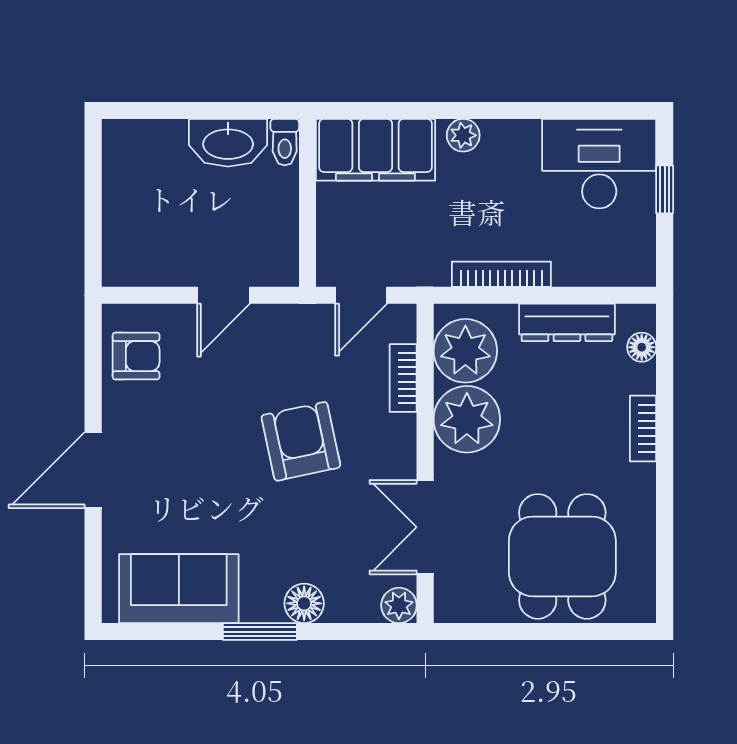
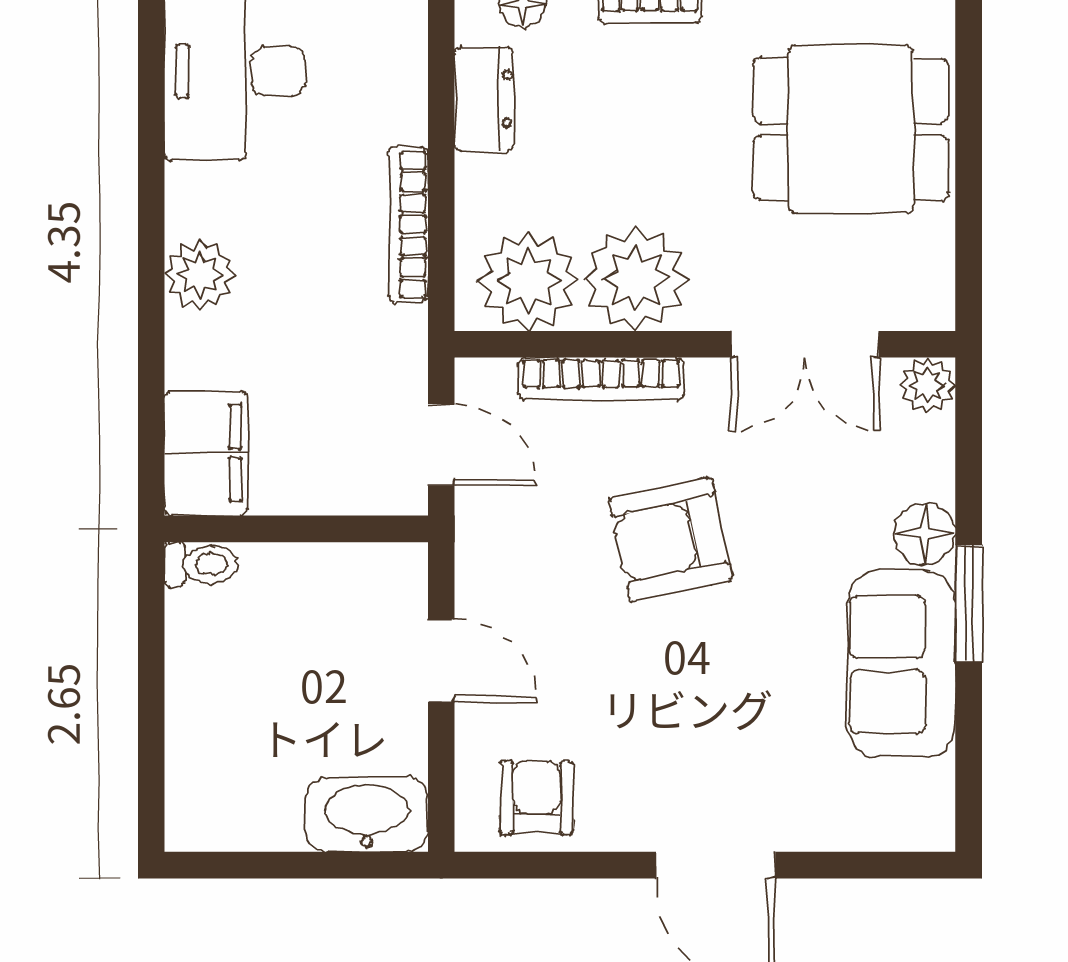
plant: (463, 135) -> (200, 275), width x1.38, depth x1.38
washbasin: (228, 143) -> (367, 814), moved, turned -90
filing cabinet: (375, 150) -> (206, 453), width x0.67, depth x0.86
dresser: (567, 322) -> (484, 99), width x0.70
bookcase: (403, 378) -> (601, 379), width x1.56
sofa: (179, 589) -> (901, 664), moved

